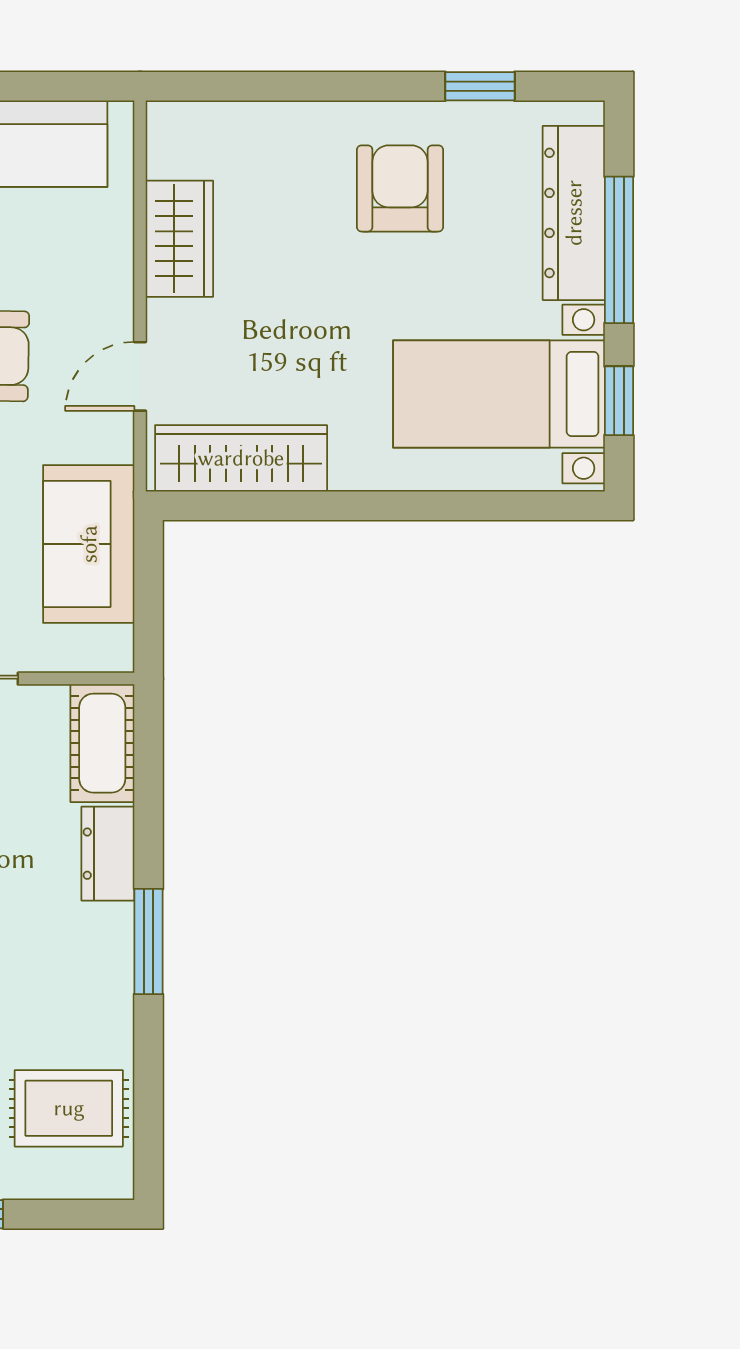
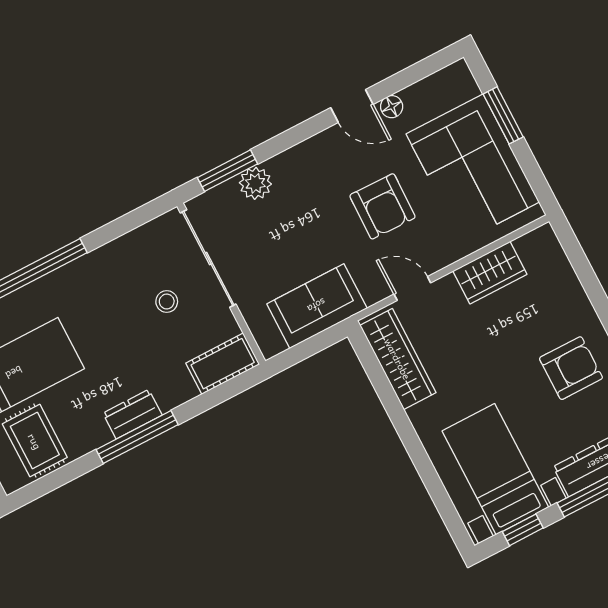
dresser: (108, 854) -> (132, 414), moved
window: (148, 942) -> (137, 437), width x1.44

